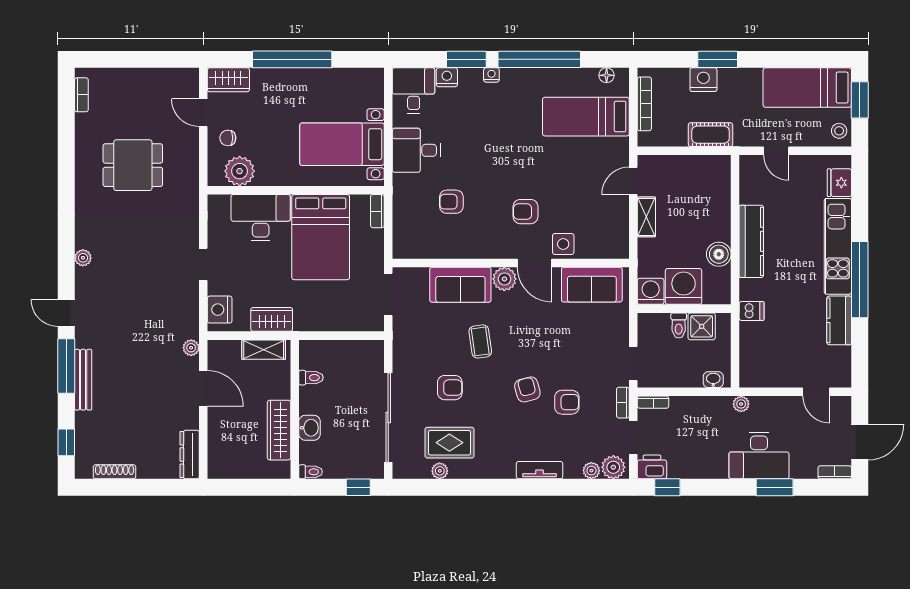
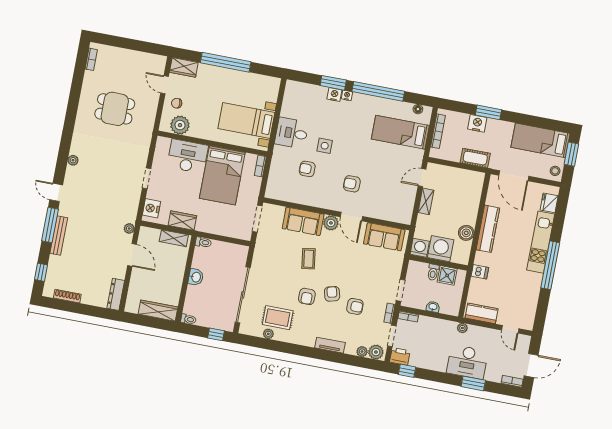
nightstand: (447, 77) -> (334, 95), moved
desk: (414, 91) -> (297, 96), removed
door: (776, 151) -> (514, 176), width x1.88
side table: (563, 244) -> (325, 146), moved
kitchen counter: (839, 320) -> (482, 313), moved, turned 90
toilet: (311, 378) -> (203, 242), moved
washbasin: (713, 380) -> (433, 307), moved
armchair: (450, 388) -> (307, 296), moved, turned 90
washbasin: (310, 428) -> (196, 277), moved
wardrobe: (279, 430) -> (158, 311), moved, turned 90

